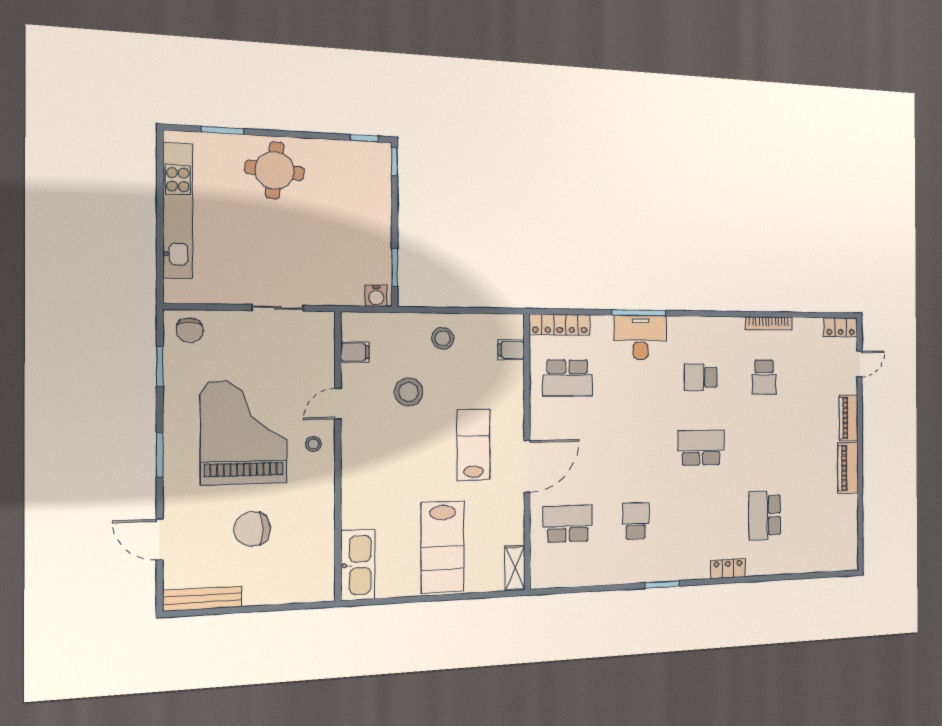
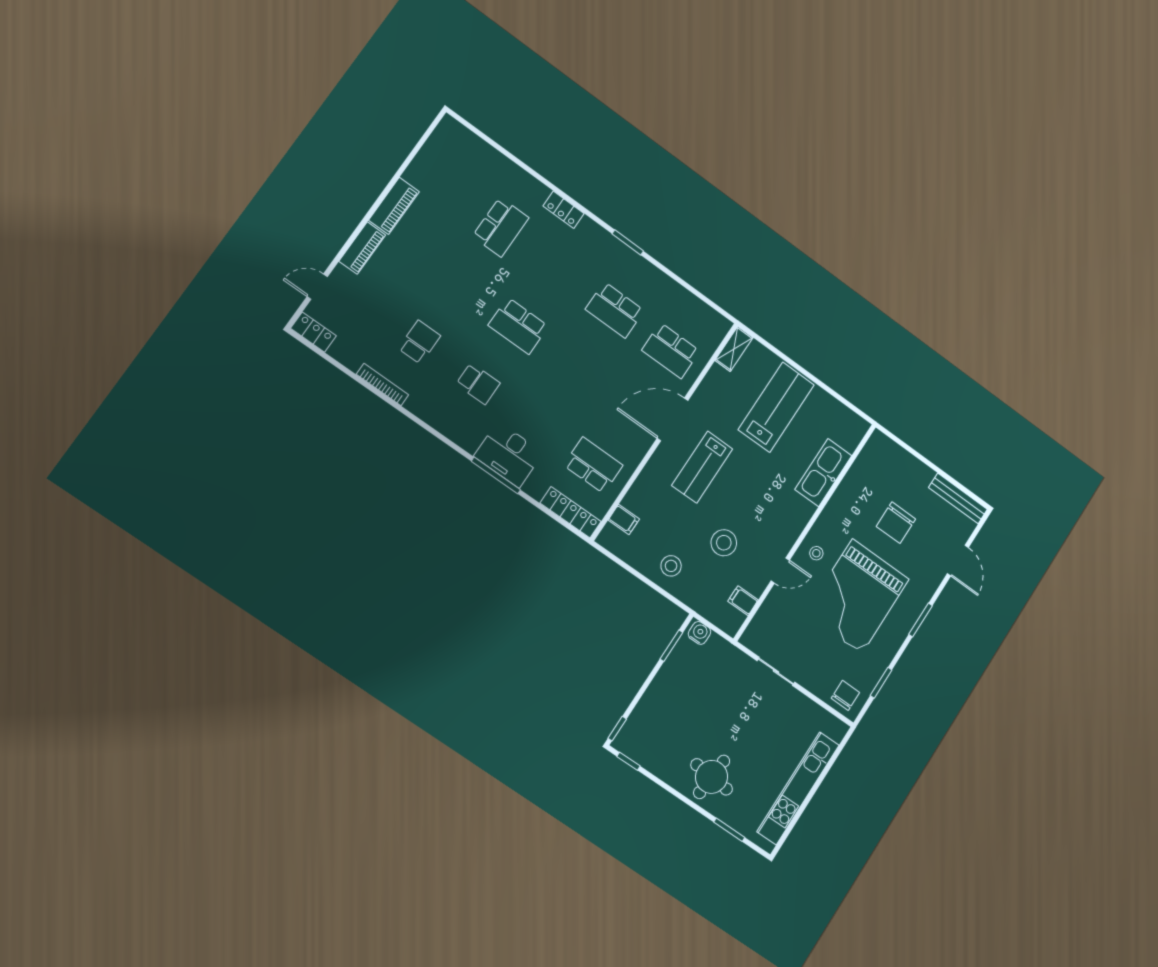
school desk: (636, 521) -> (615, 310), width x1.85
chair: (252, 529) -> (896, 523), turned 90
kitchen sink: (358, 565) -> (823, 473), moved

